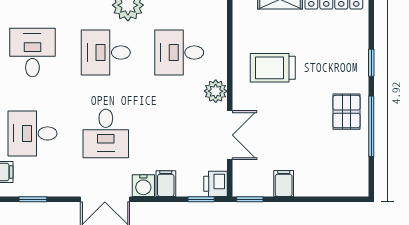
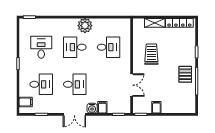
desk: (179, 52) -> (108, 47), turned 180
trolley: (273, 68) -> (151, 54), turned 90
plant: (216, 91) -> (125, 65), removed
desk: (32, 133) -> (41, 84), turned 180
desk: (106, 133) -> (75, 84), turned -90
printer: (215, 184) -> (125, 107), removed

